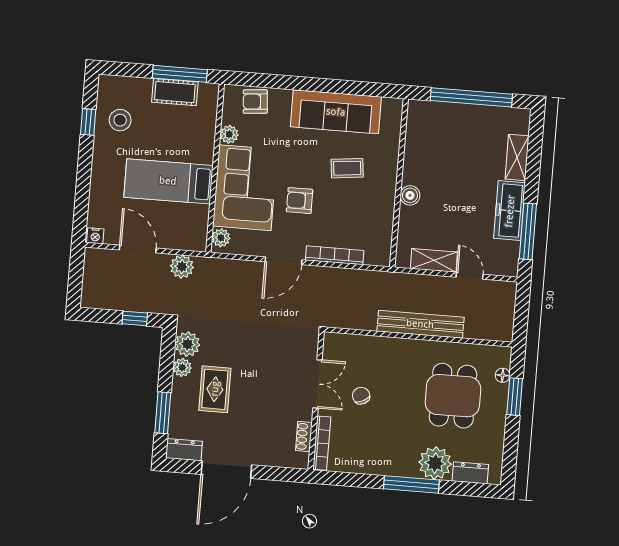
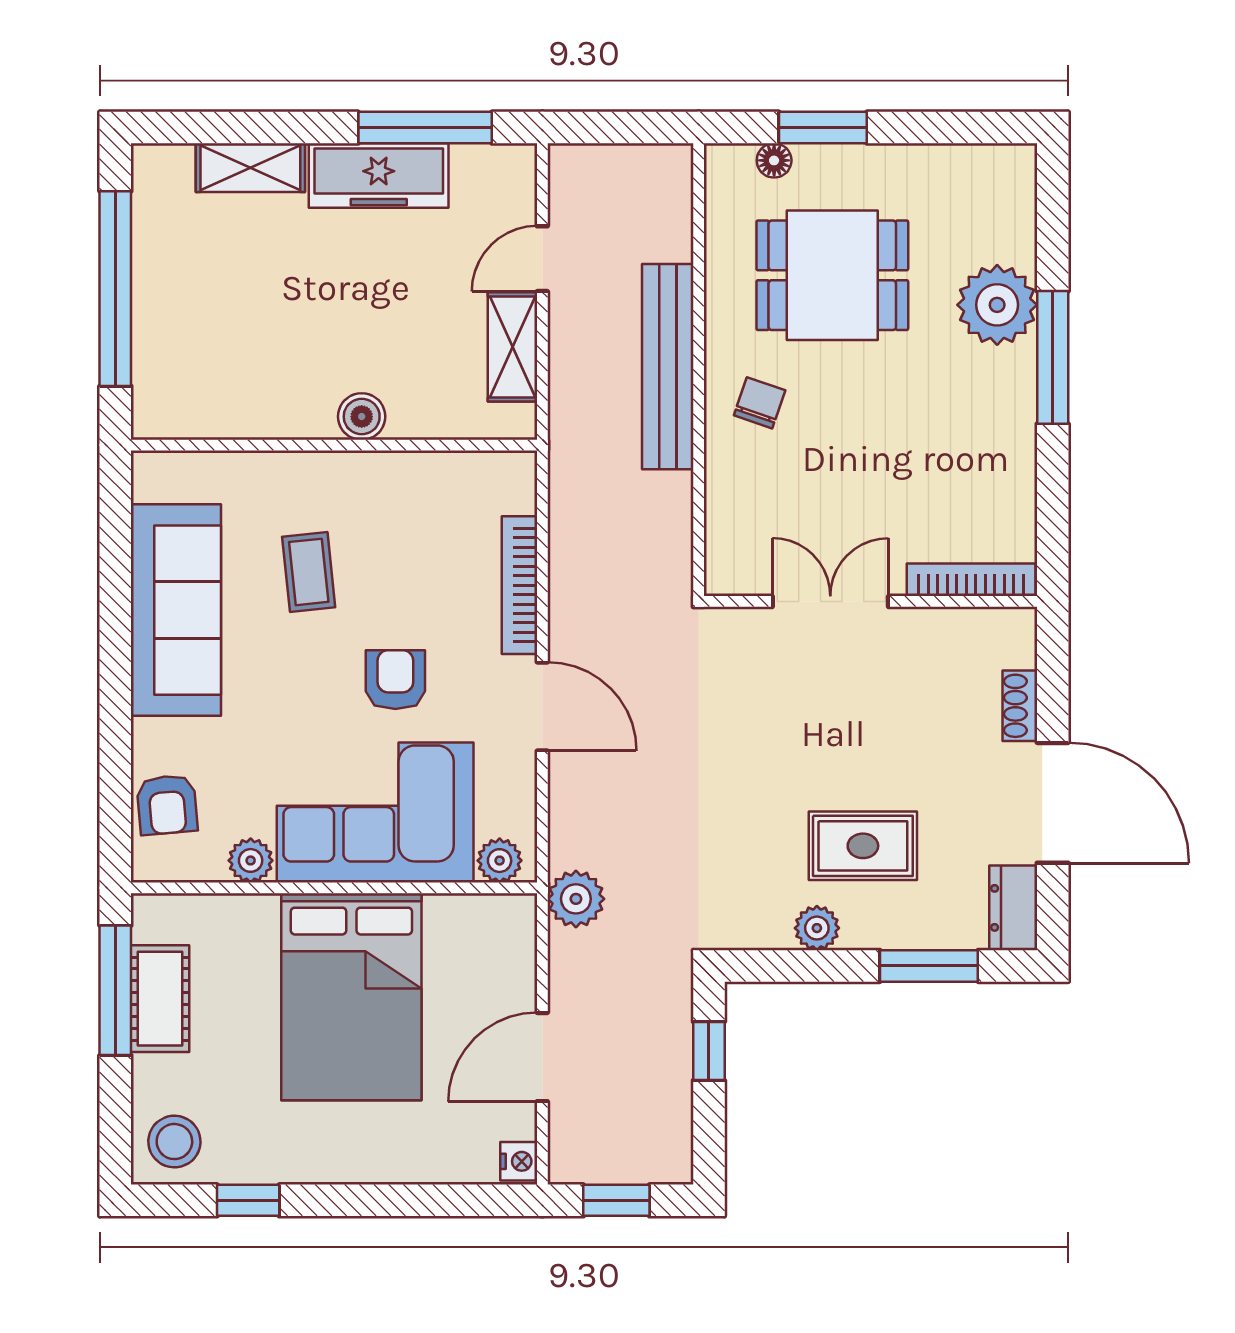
stool: (120, 120) -> (174, 1142), moved
bed: (168, 181) -> (351, 997), width x1.50
armchair: (300, 201) -> (395, 680), turned 180
plant: (182, 267) -> (576, 899), moved
window: (76, 275) -> (616, 1200), added
plant: (187, 344) -> (760, 920), removed
chair: (361, 396) -> (760, 403), moved, turned 134
shoe rack: (304, 437) -> (1020, 706), moved, turned 90
dresser: (470, 473) -> (1013, 219), removed

